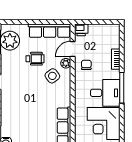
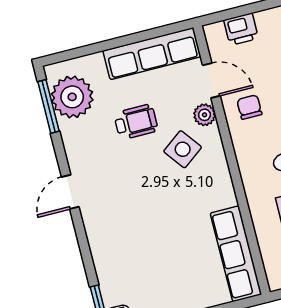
printer: (81, 30) -> (241, 29), moved
door: (73, 49) -> (211, 80), swing flipped

